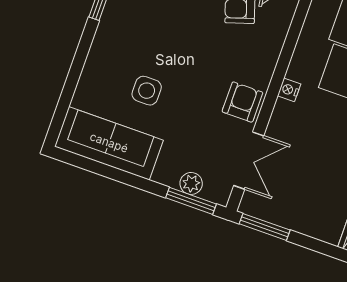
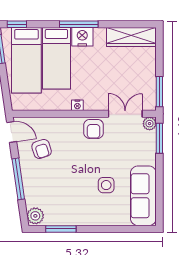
armchair: (242, 102) -> (94, 129), turned -90
plant: (191, 183) -> (150, 124), moved

